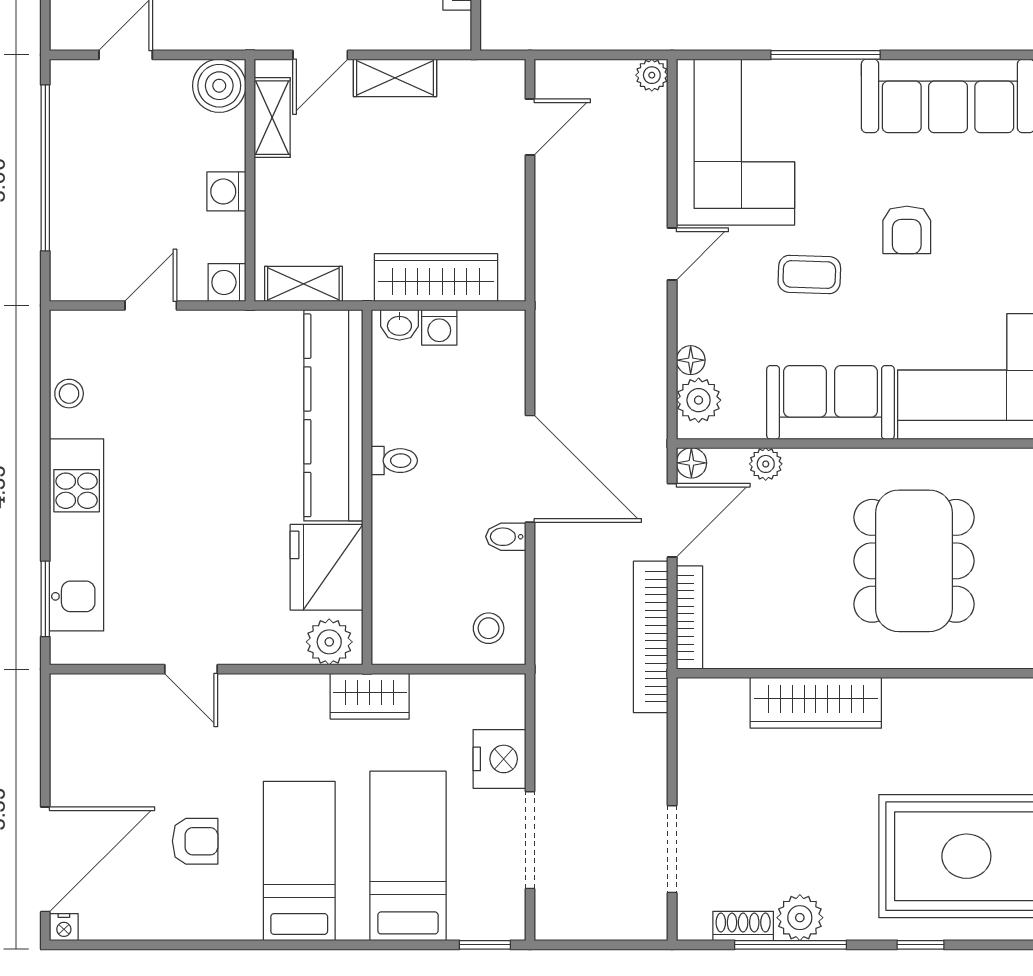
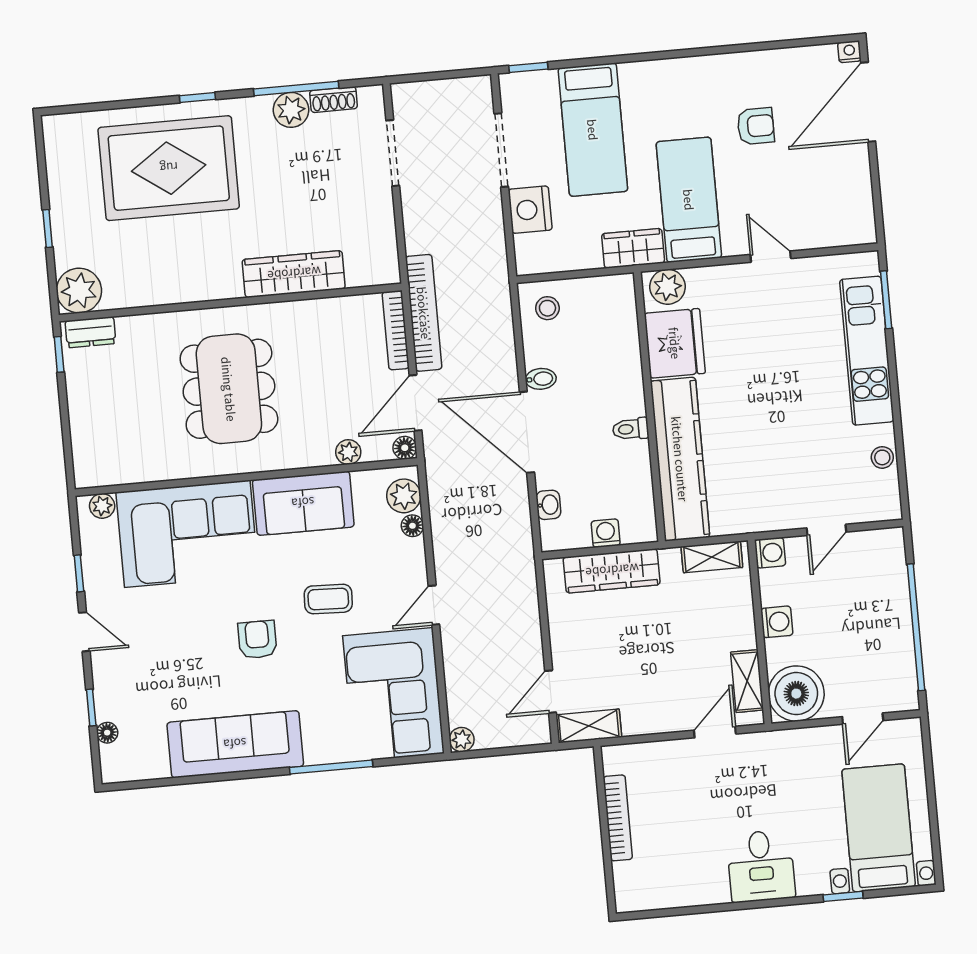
shelving: (395, 78) -> (589, 726), moved
boiler: (219, 86) -> (796, 694), width x1.37, depth x1.37
washbasin: (399, 325) -> (548, 505), moved, turned 90
armchair: (195, 841) -> (756, 126), turned 180
bed: (299, 861) -> (689, 200), moved, turned 180

